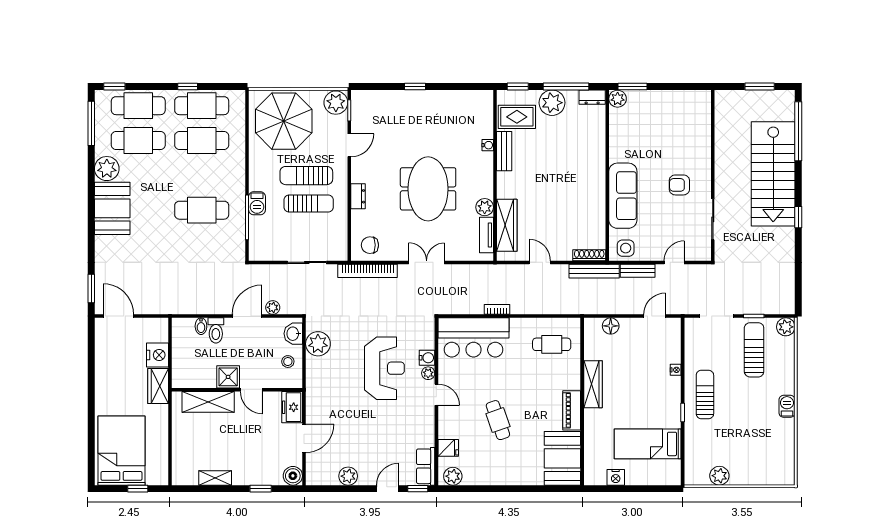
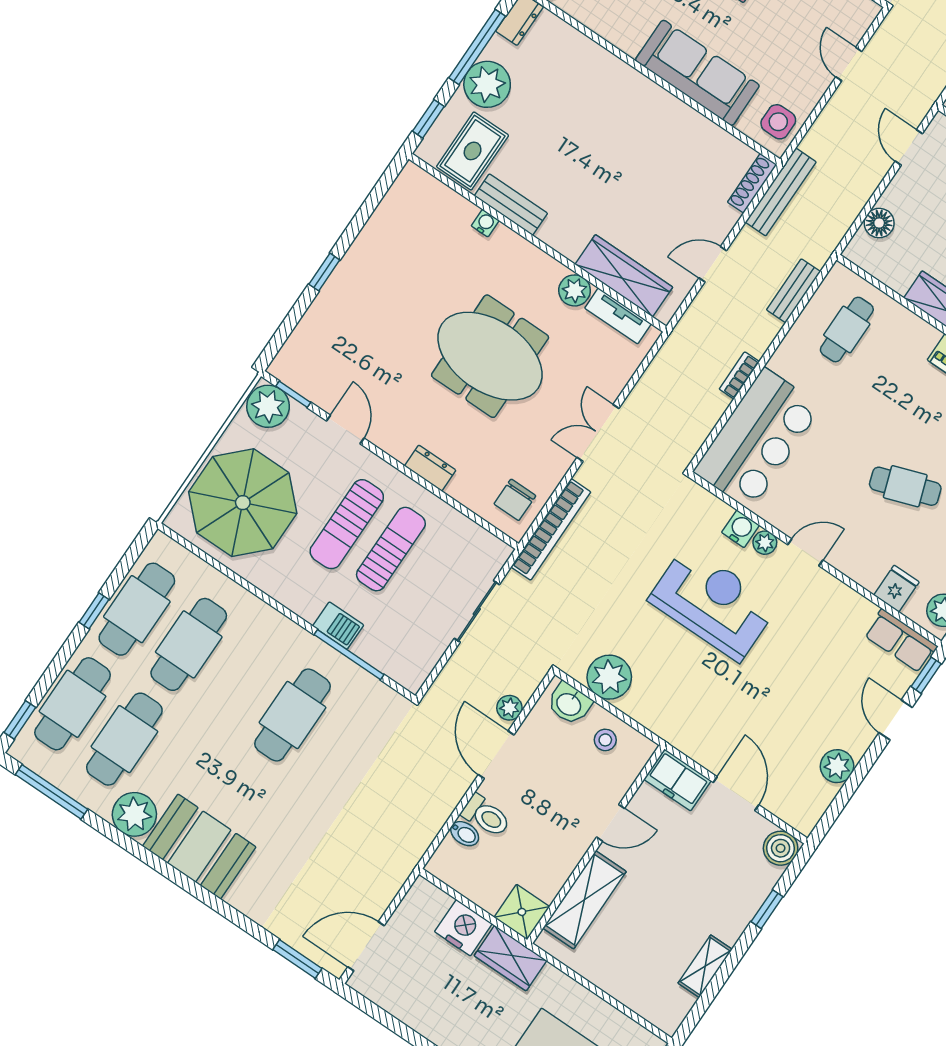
bench: (638, 271) -> (794, 291), moved
shower: (228, 377) -> (522, 912), moved

